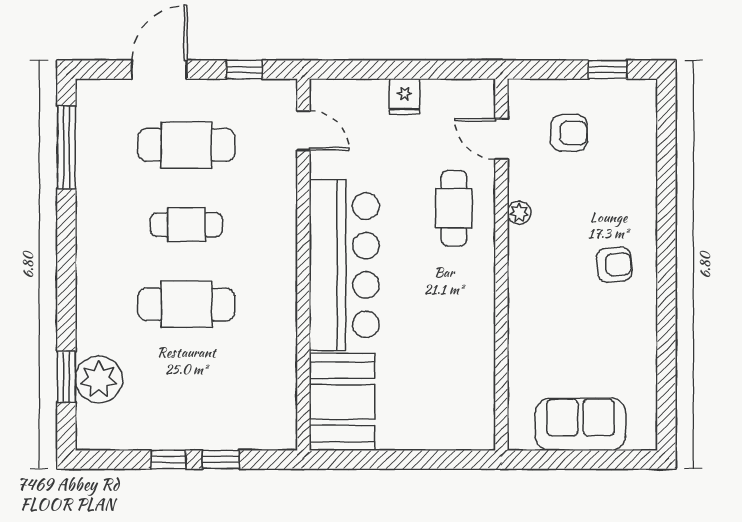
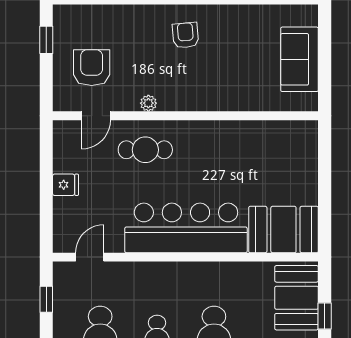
armchair: (569, 133) -> (92, 68), width x1.38, depth x1.38
booth: (246, 420) -> (297, 298), added

